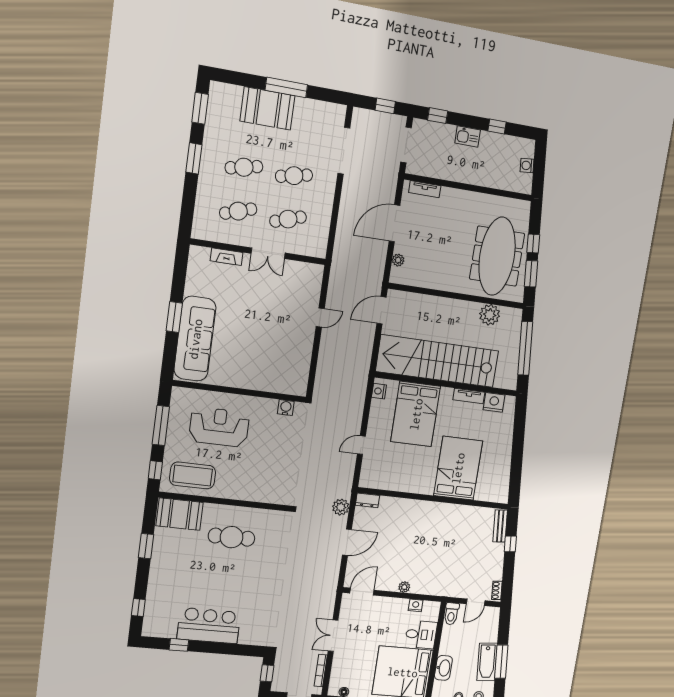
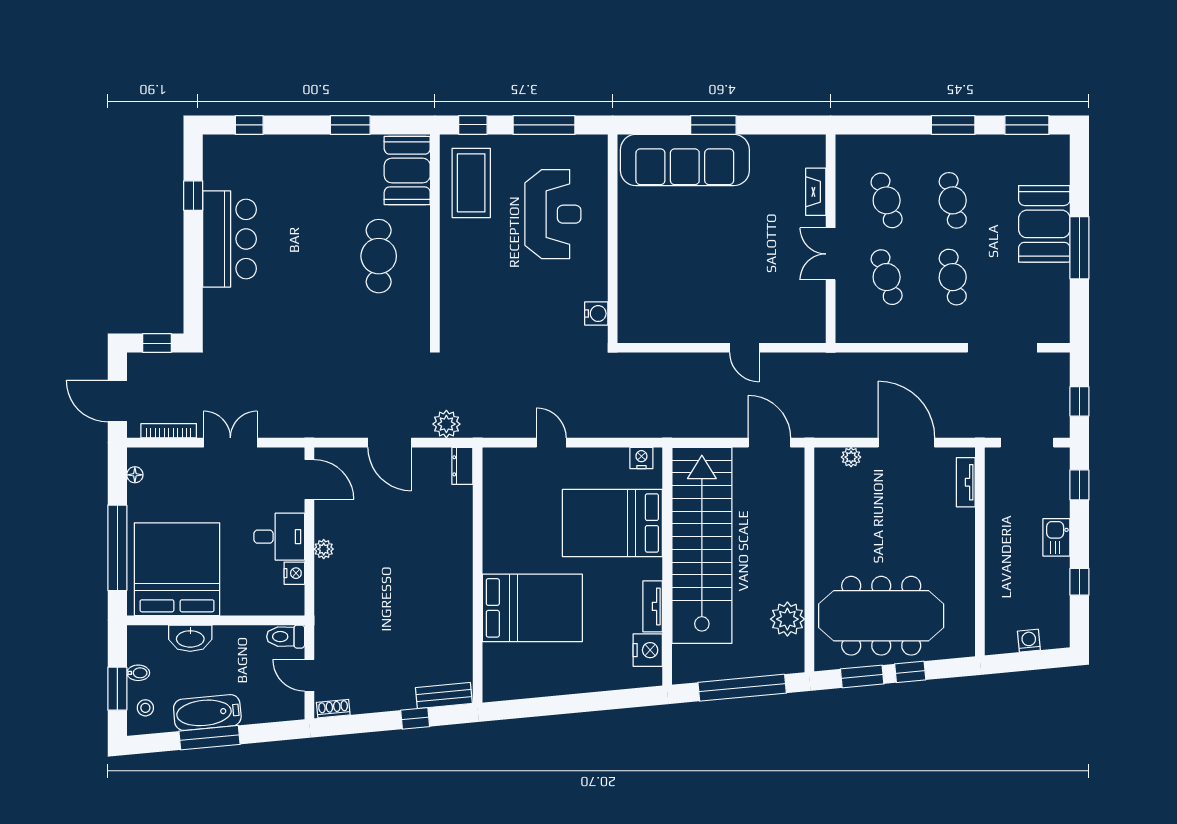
desk: (421, 635) -> (279, 537), moved, turned -90

